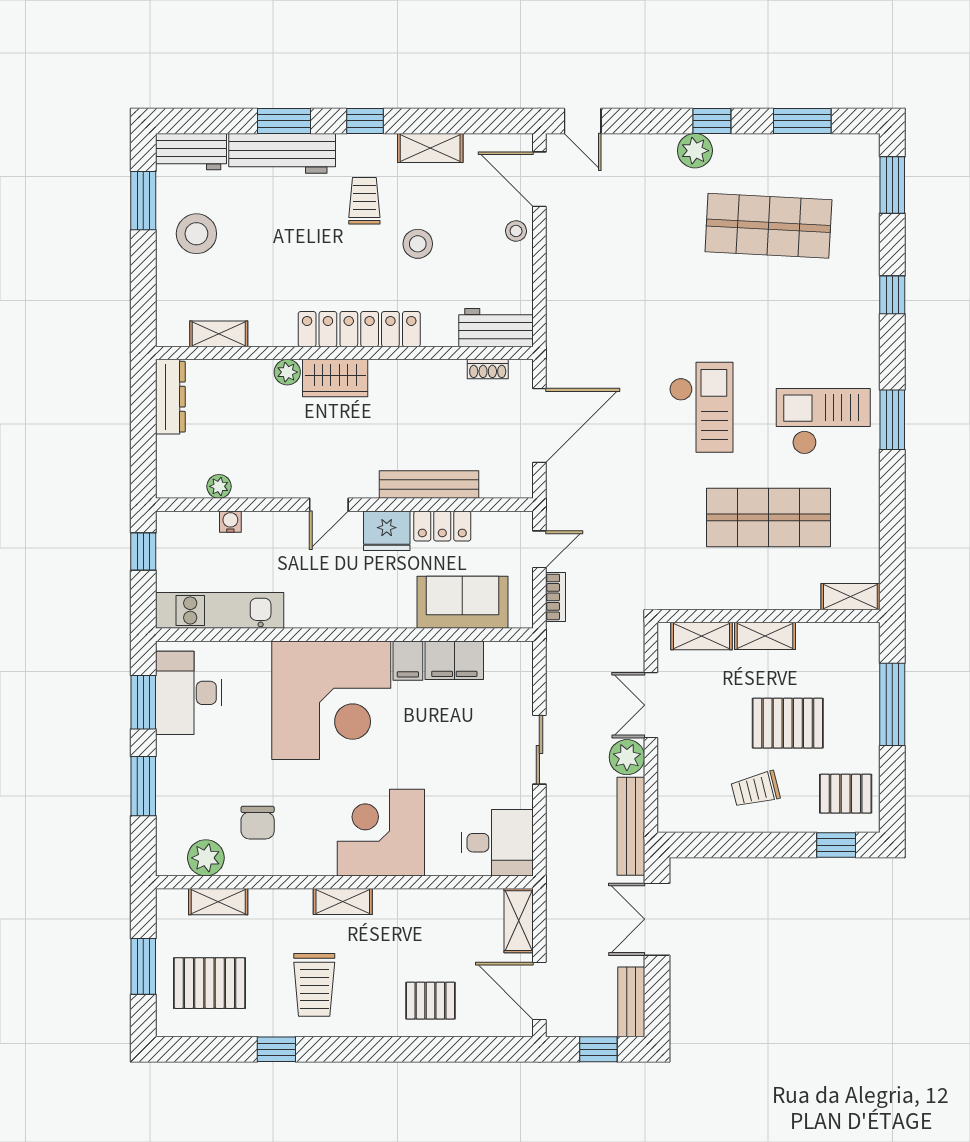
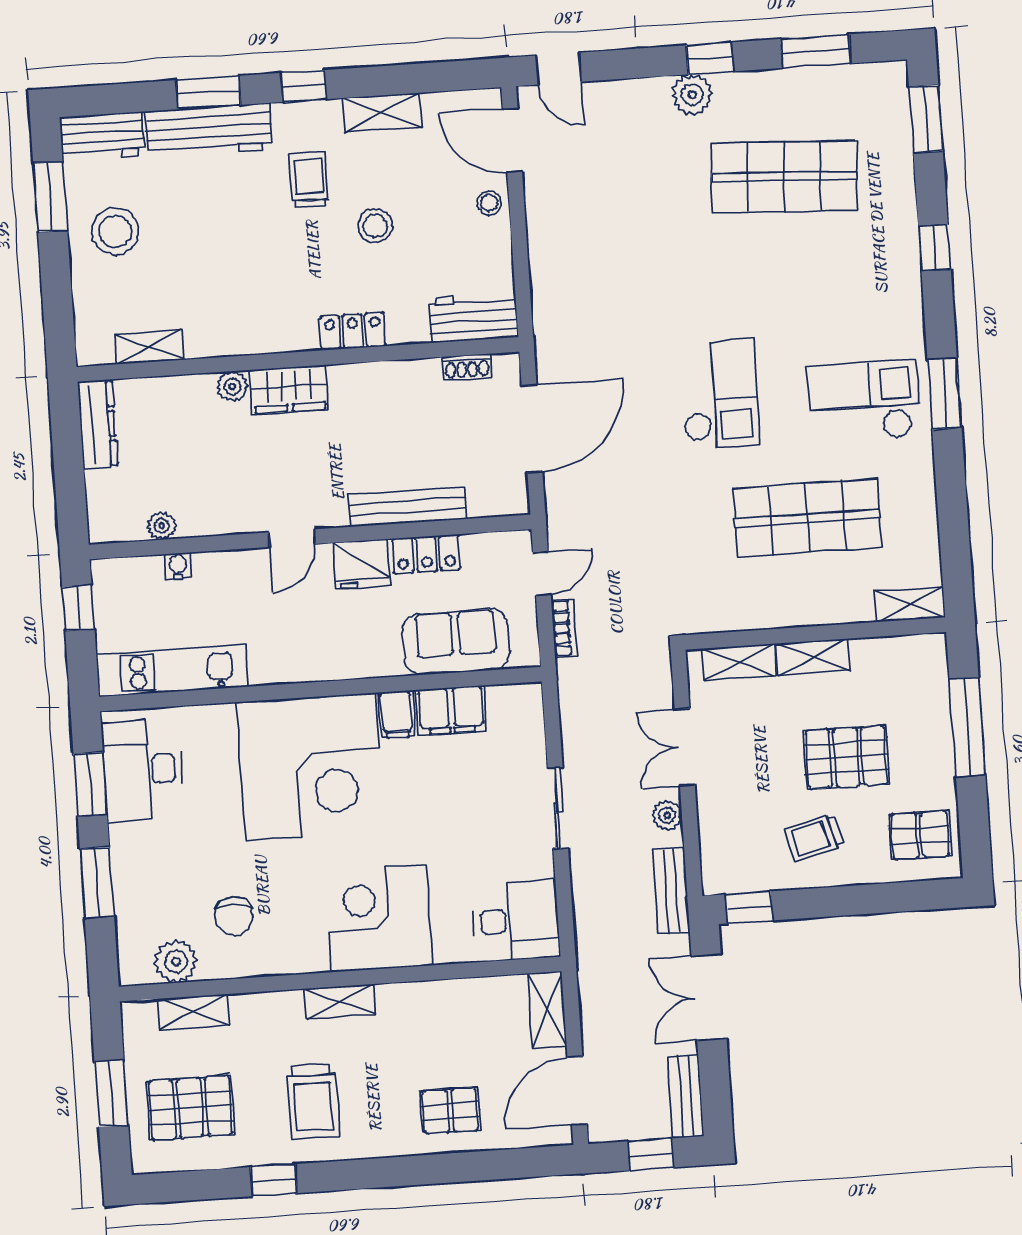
locker: (359, 329) -> (353, 331), width x0.46, depth x0.83
plant: (627, 757) -> (667, 815), width x0.73, depth x0.73
bench: (631, 826) -> (671, 891), width x0.73
window: (836, 845) -> (749, 907), moved
door: (539, 991) -> (577, 1091), hinge flipped

